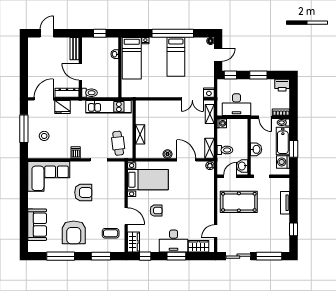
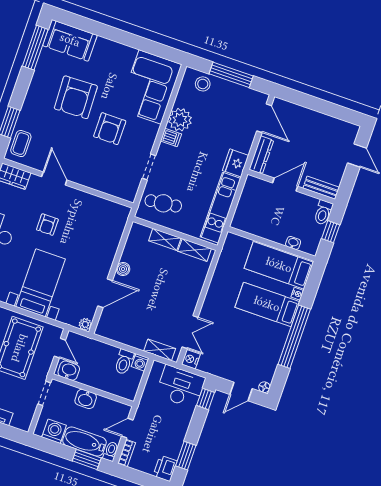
door: (218, 55) -> (241, 391), hinge flipped
bed: (176, 57) -> (267, 304), moved
window: (258, 75) -> (186, 456), moved
toilet: (89, 93) -> (323, 213), moved
double door: (192, 99) -> (190, 332), swing flipped
desk: (237, 105) -> (181, 387), moved, turned 90
fridge: (62, 107) -> (236, 163), moved
stool: (44, 136) -> (203, 84), moved
shelving: (210, 148) -> (195, 250), moved
window: (293, 149) -> (87, 459), moved
toilet: (225, 150) -> (124, 362), moved
plant: (63, 151) -> (180, 120), added
bed with nightstands: (148, 180) -> (41, 283), moved, turned 180
door: (126, 216) -> (54, 178), swing flipped
sofa: (37, 225) -> (70, 40), moved
armchair: (74, 232) -> (76, 97), moved, turned -92
coffee table: (111, 233) -> (21, 144), moved
window: (61, 256) -> (35, 48), moved

